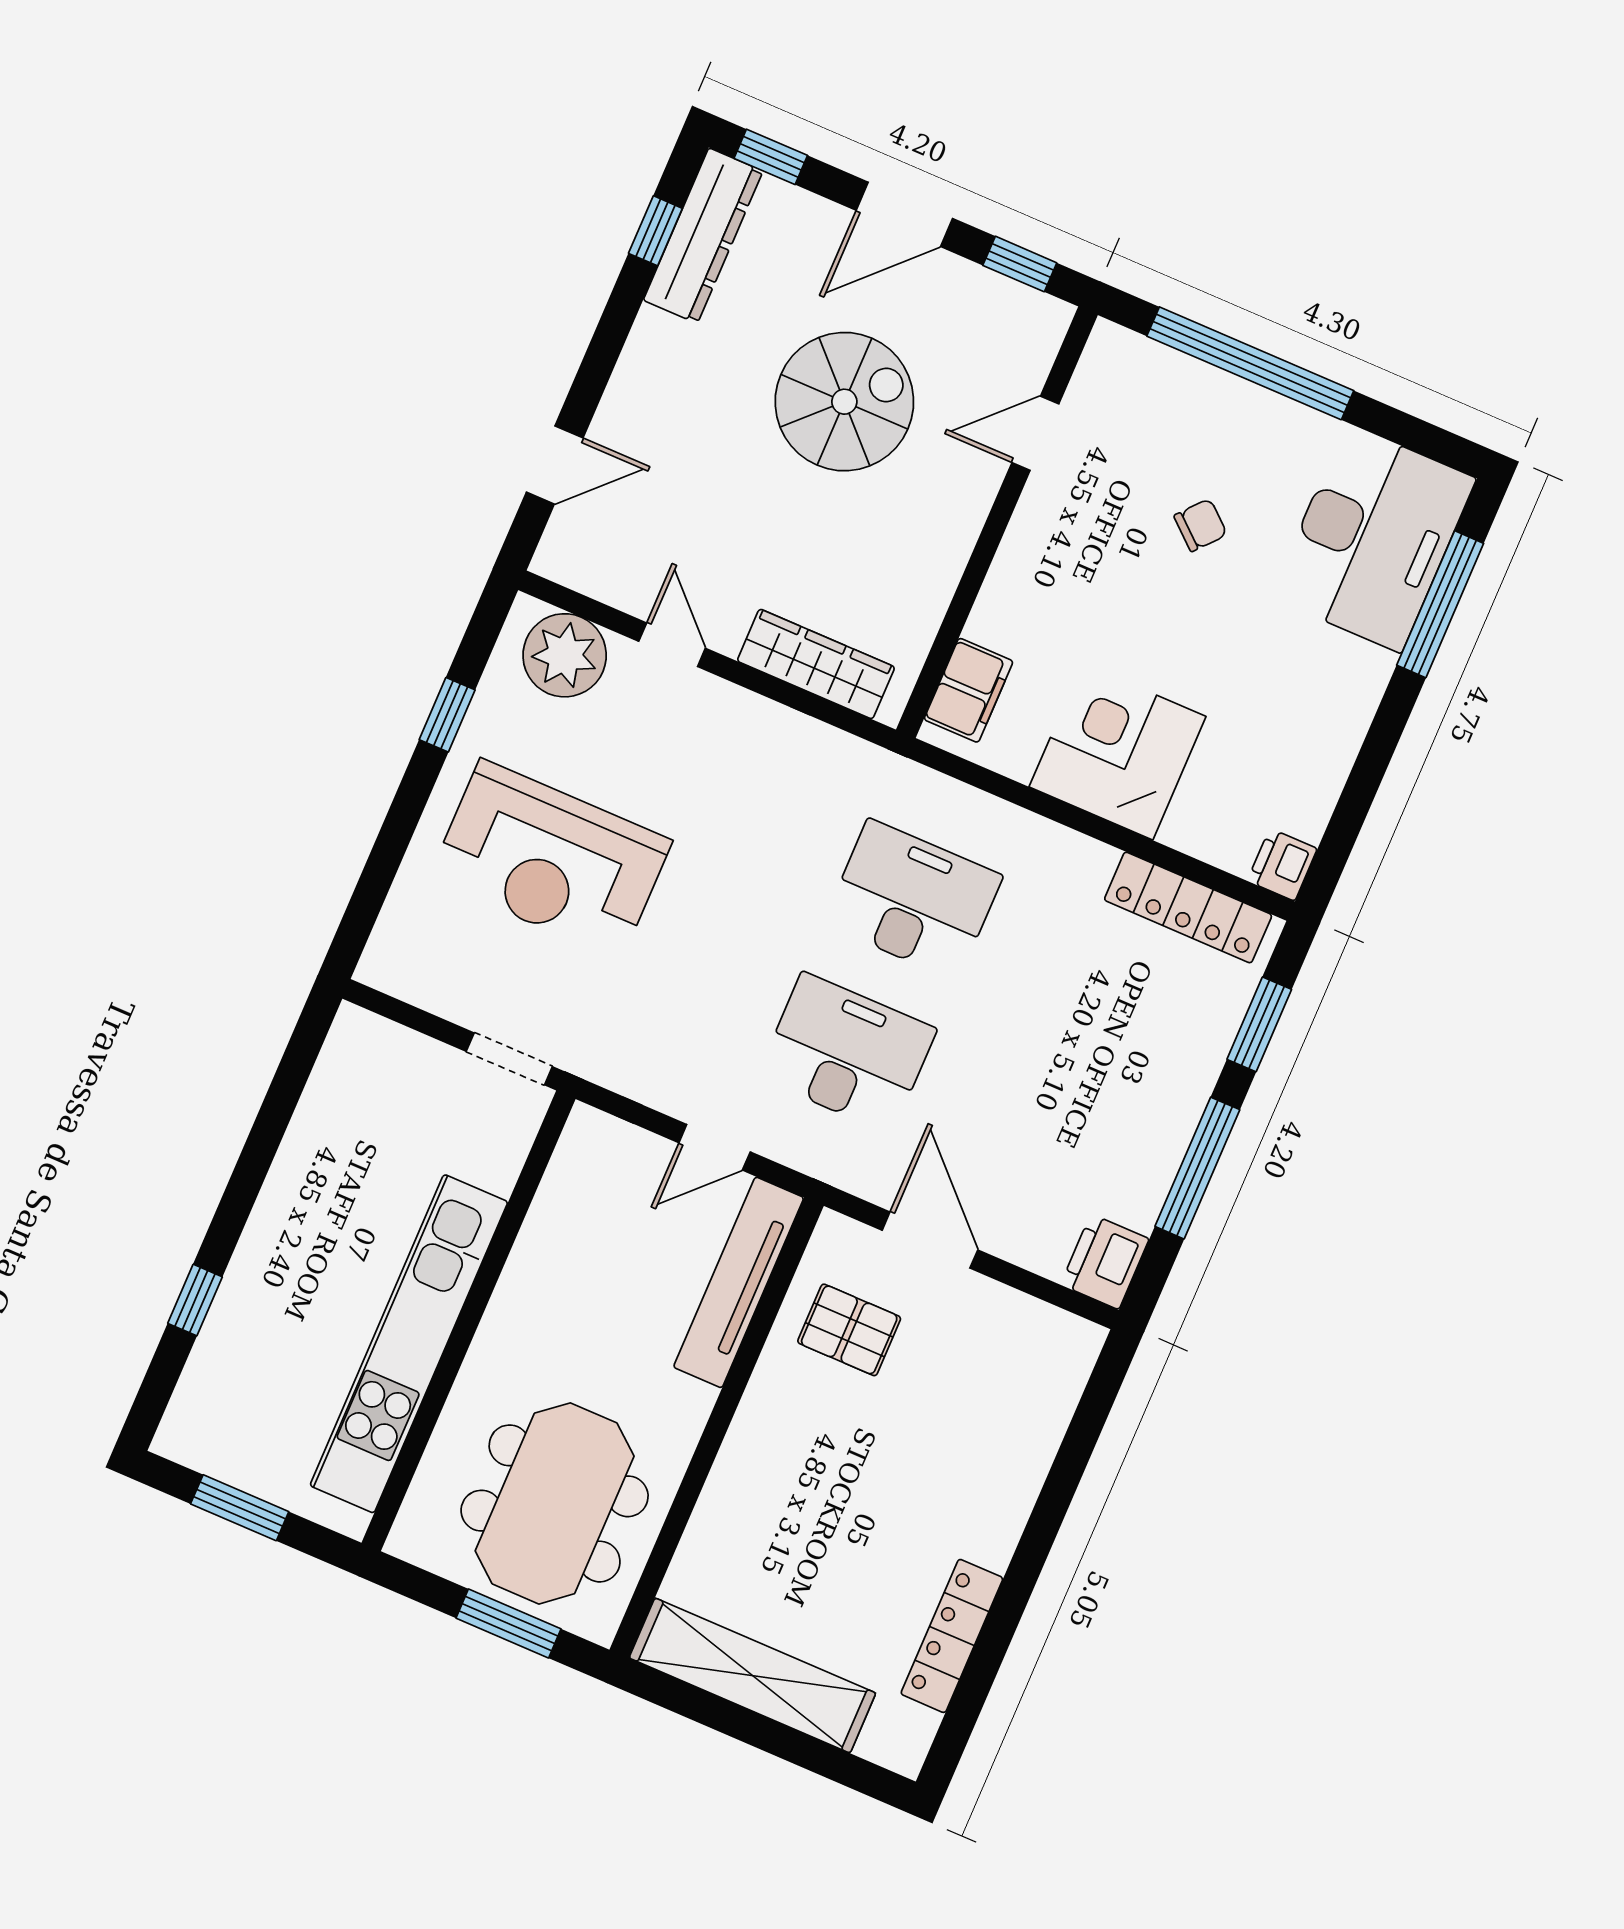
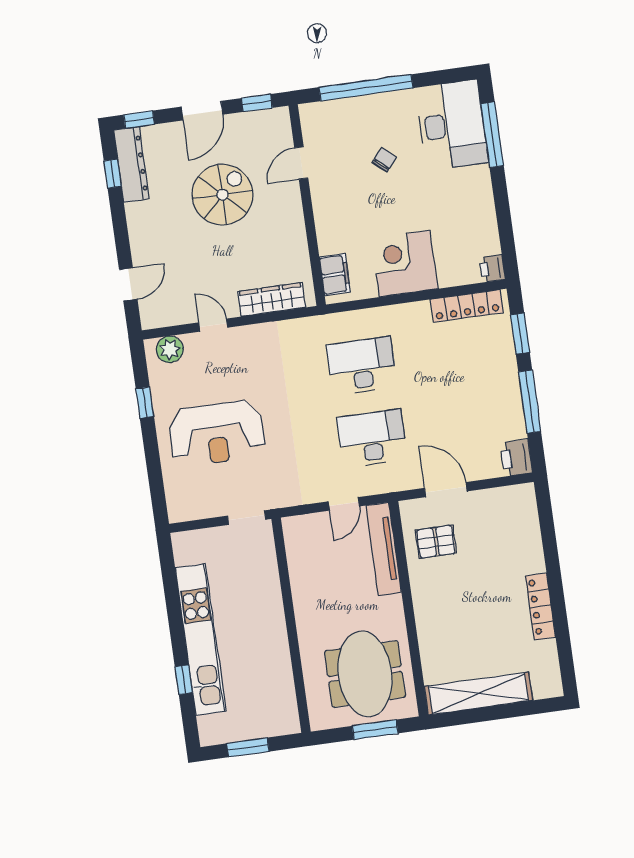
plant: (565, 655) -> (170, 349), width x0.73, depth x0.73
kitchen unit: (409, 1344) -> (201, 640), moved, turned 180
locker: (952, 1636) -> (541, 606), moved

